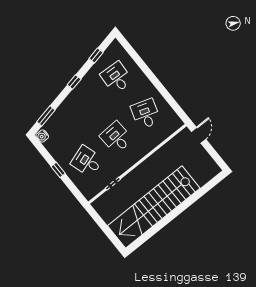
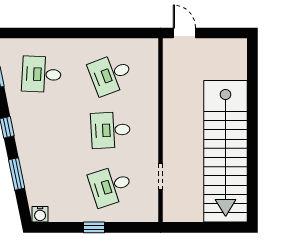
desk: (146, 114) -> (111, 74), turned -39
window: (46, 116) -> (17, 174), moved

